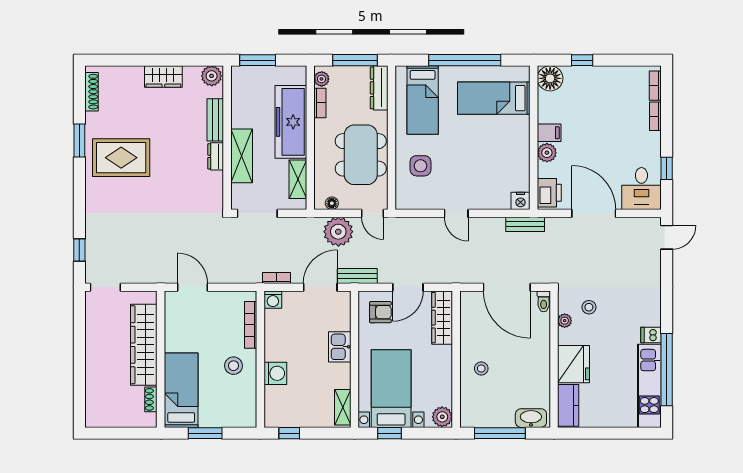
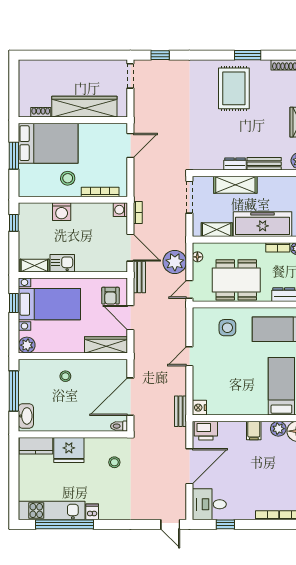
plant: (547, 153) -> (278, 429), moved
plant: (565, 321) -> (104, 443), removed
kitchen sink: (340, 347) -> (62, 263), moved
bed: (181, 390) -> (48, 143), width x1.50

